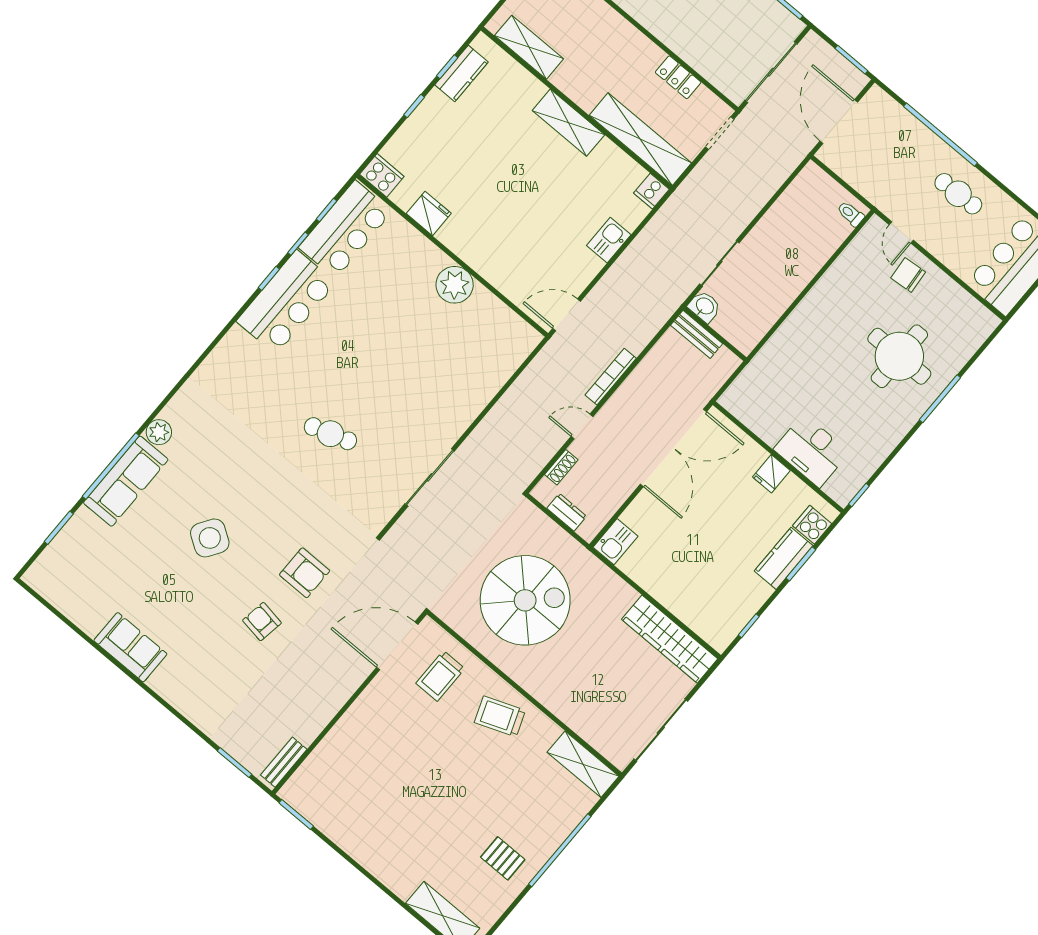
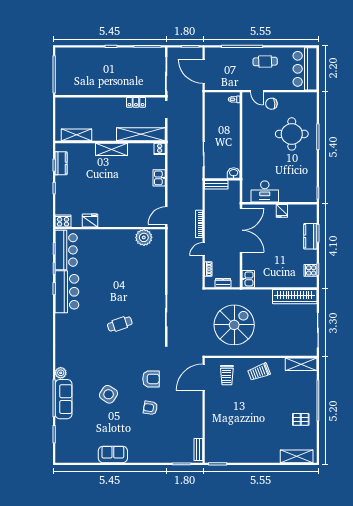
plant: (455, 285) -> (144, 237), moved
washbasin: (704, 306) -> (234, 173), moved
desk: (811, 451) -> (265, 191), moved
cooker: (812, 525) -> (310, 270), moved

